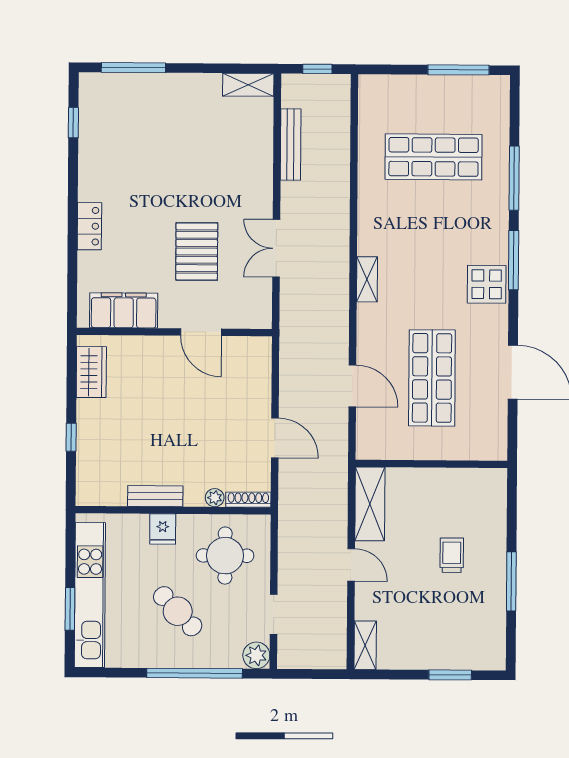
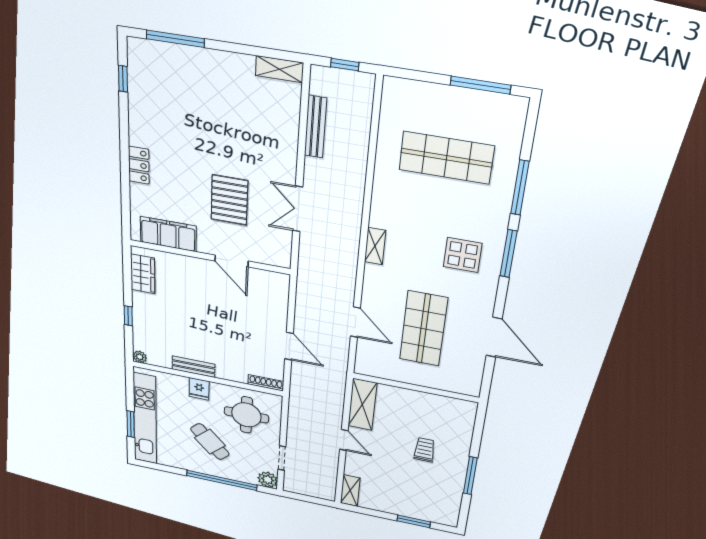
display table: (487, 284) -> (463, 255), moved
plant: (215, 498) -> (140, 357), moved

